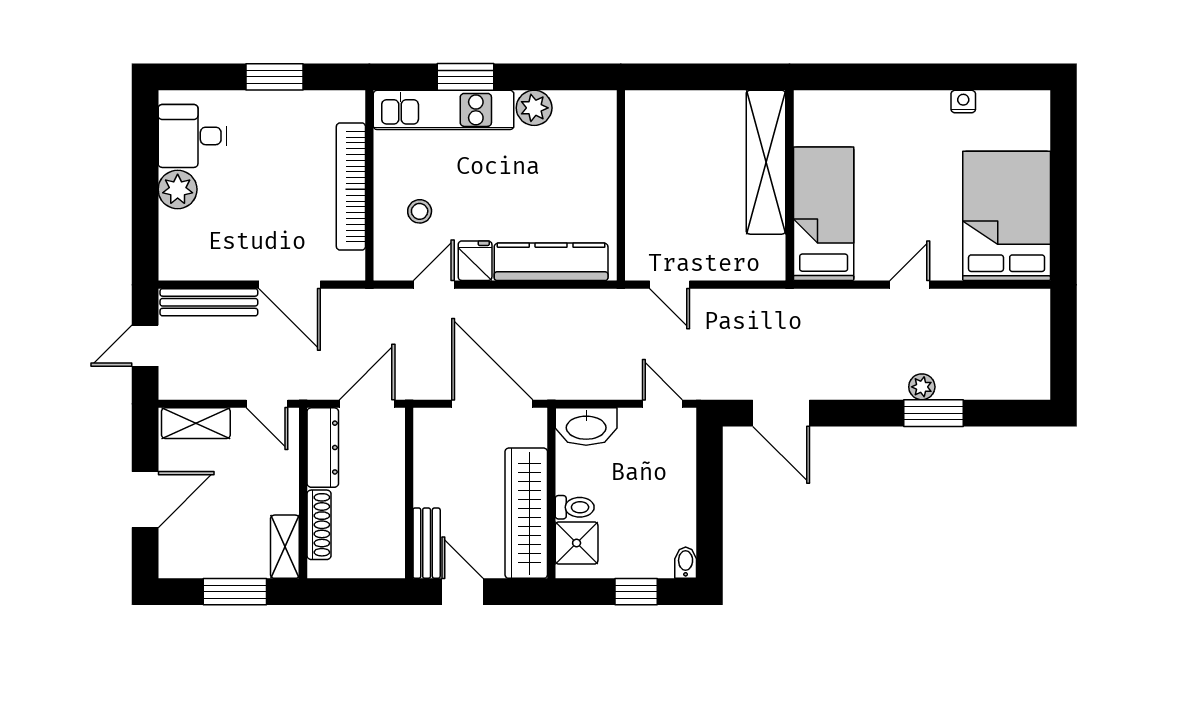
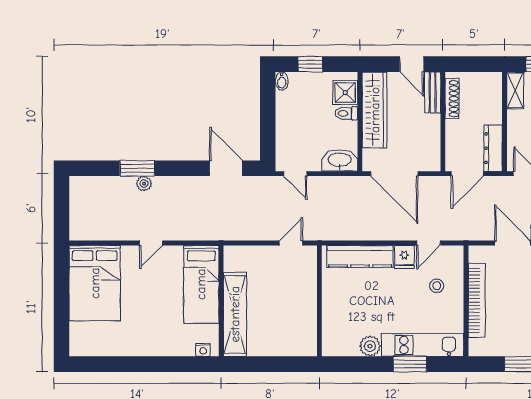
nightstand: (963, 102) -> (203, 350), moved
door: (670, 285) -> (291, 243), hinge flipped
shoe rack: (319, 525) -> (452, 99), moved, turned 180

